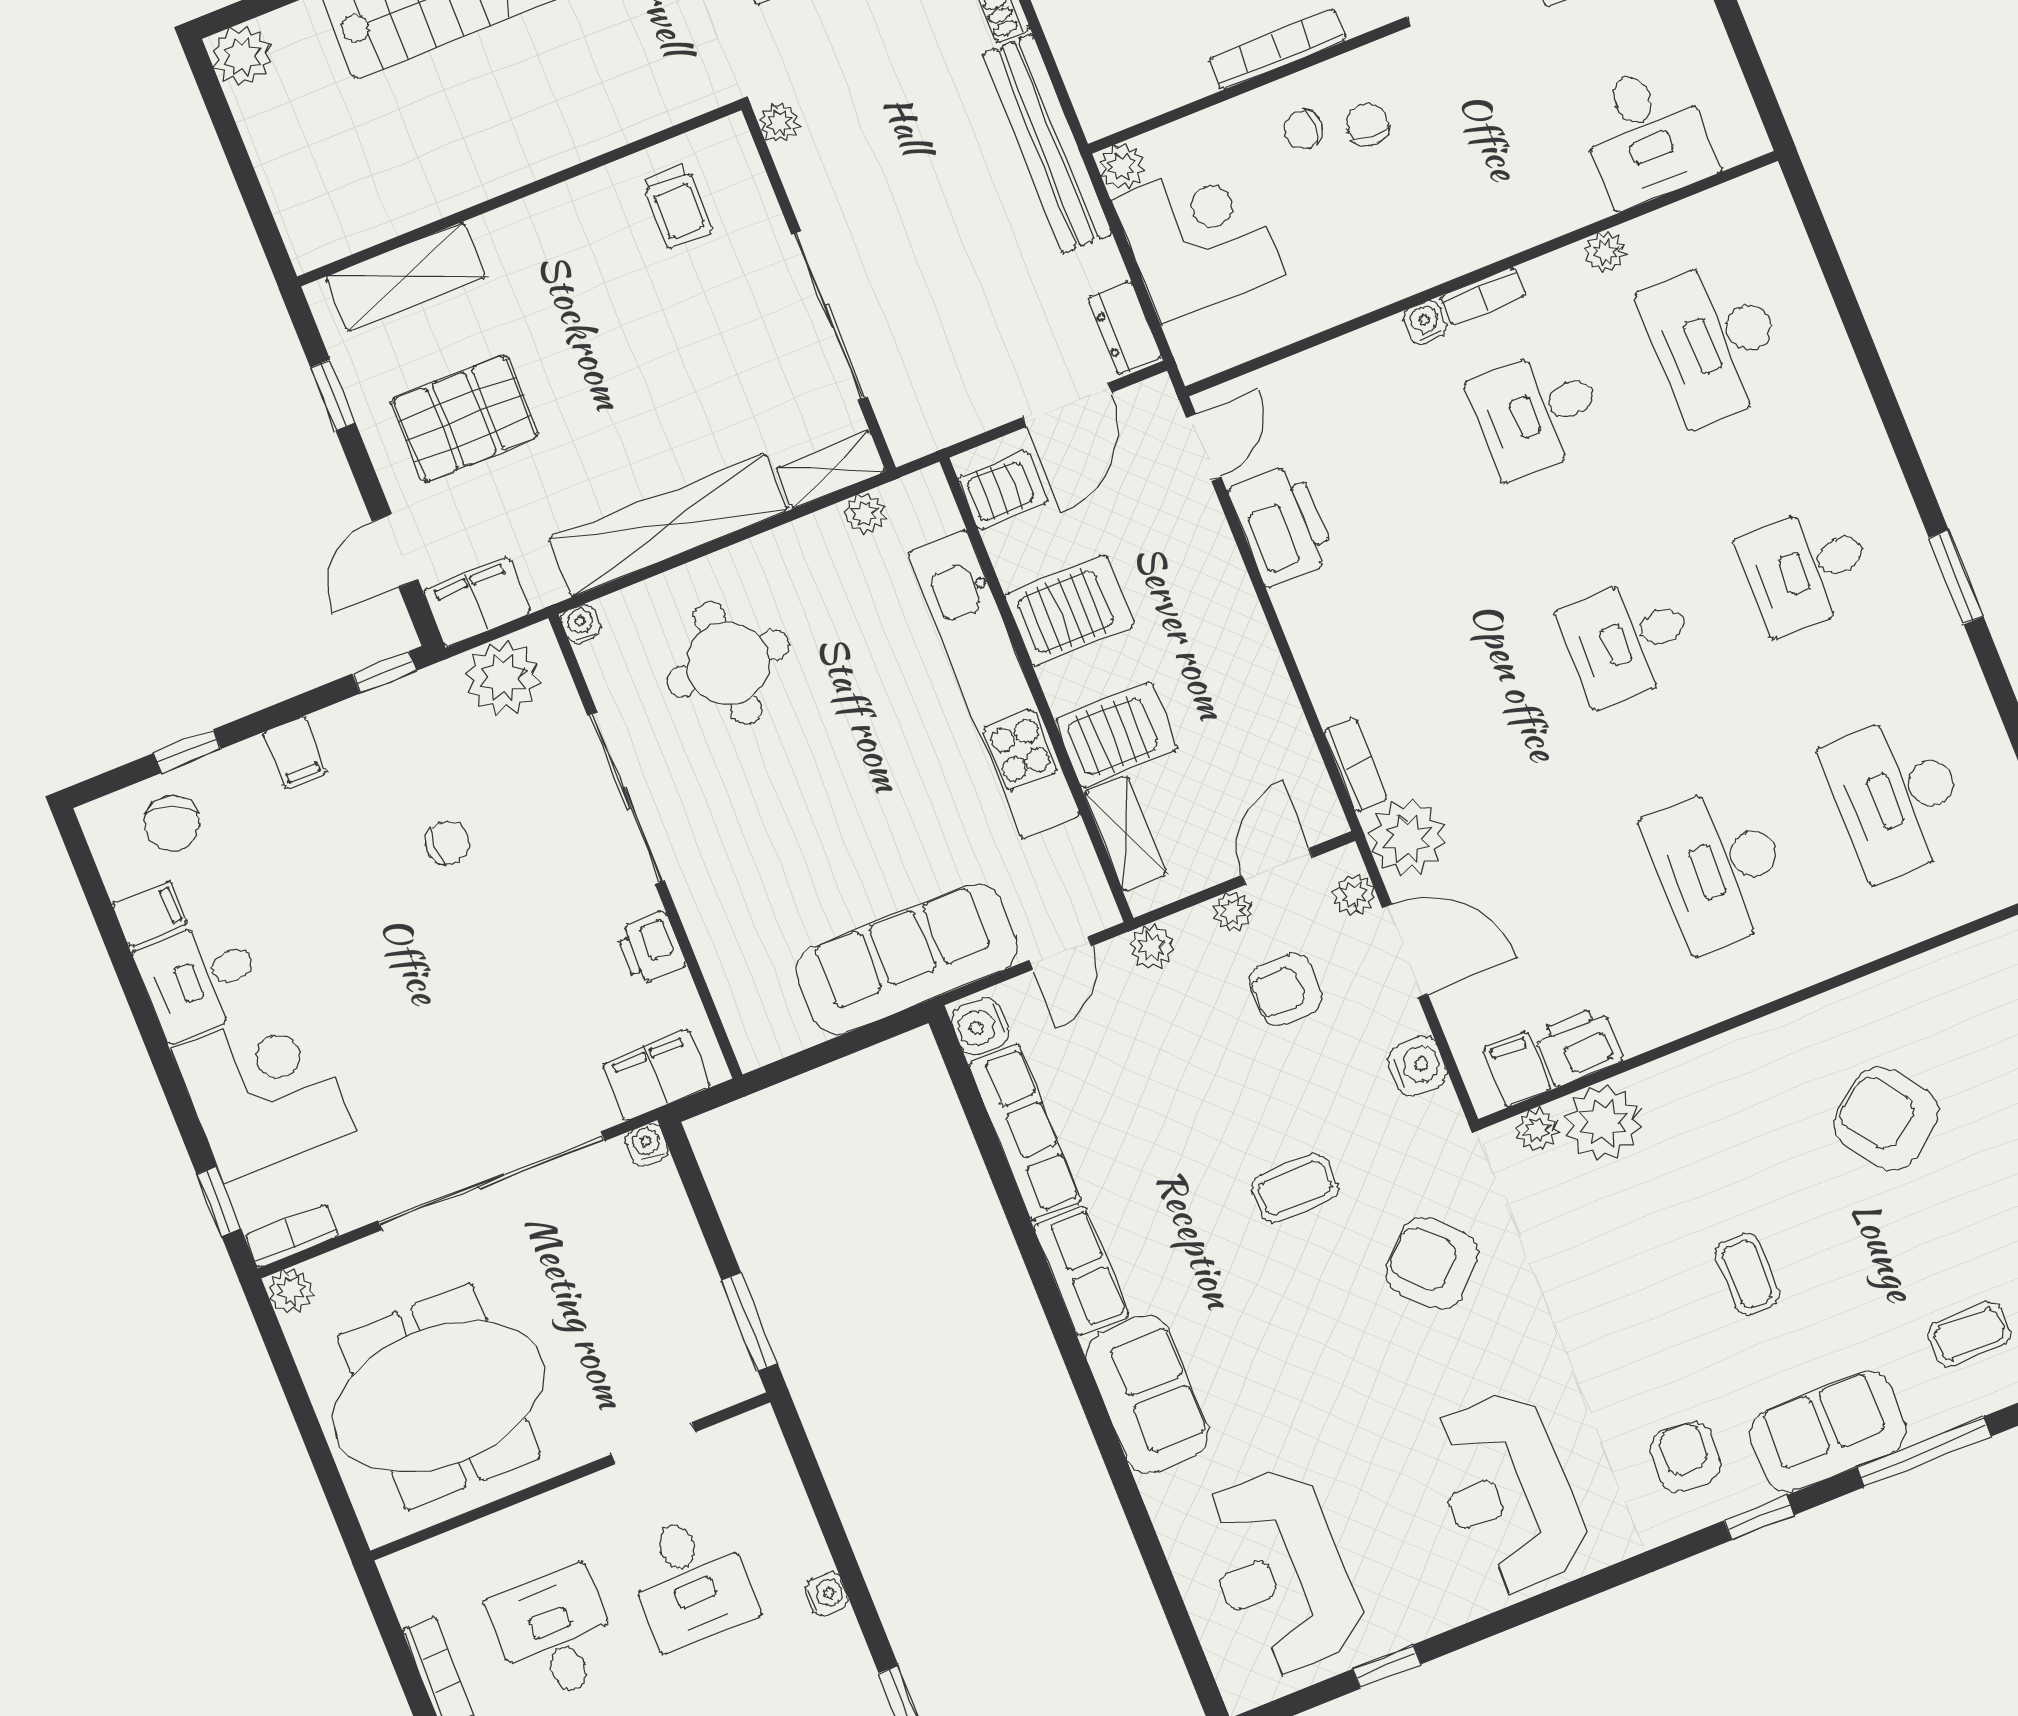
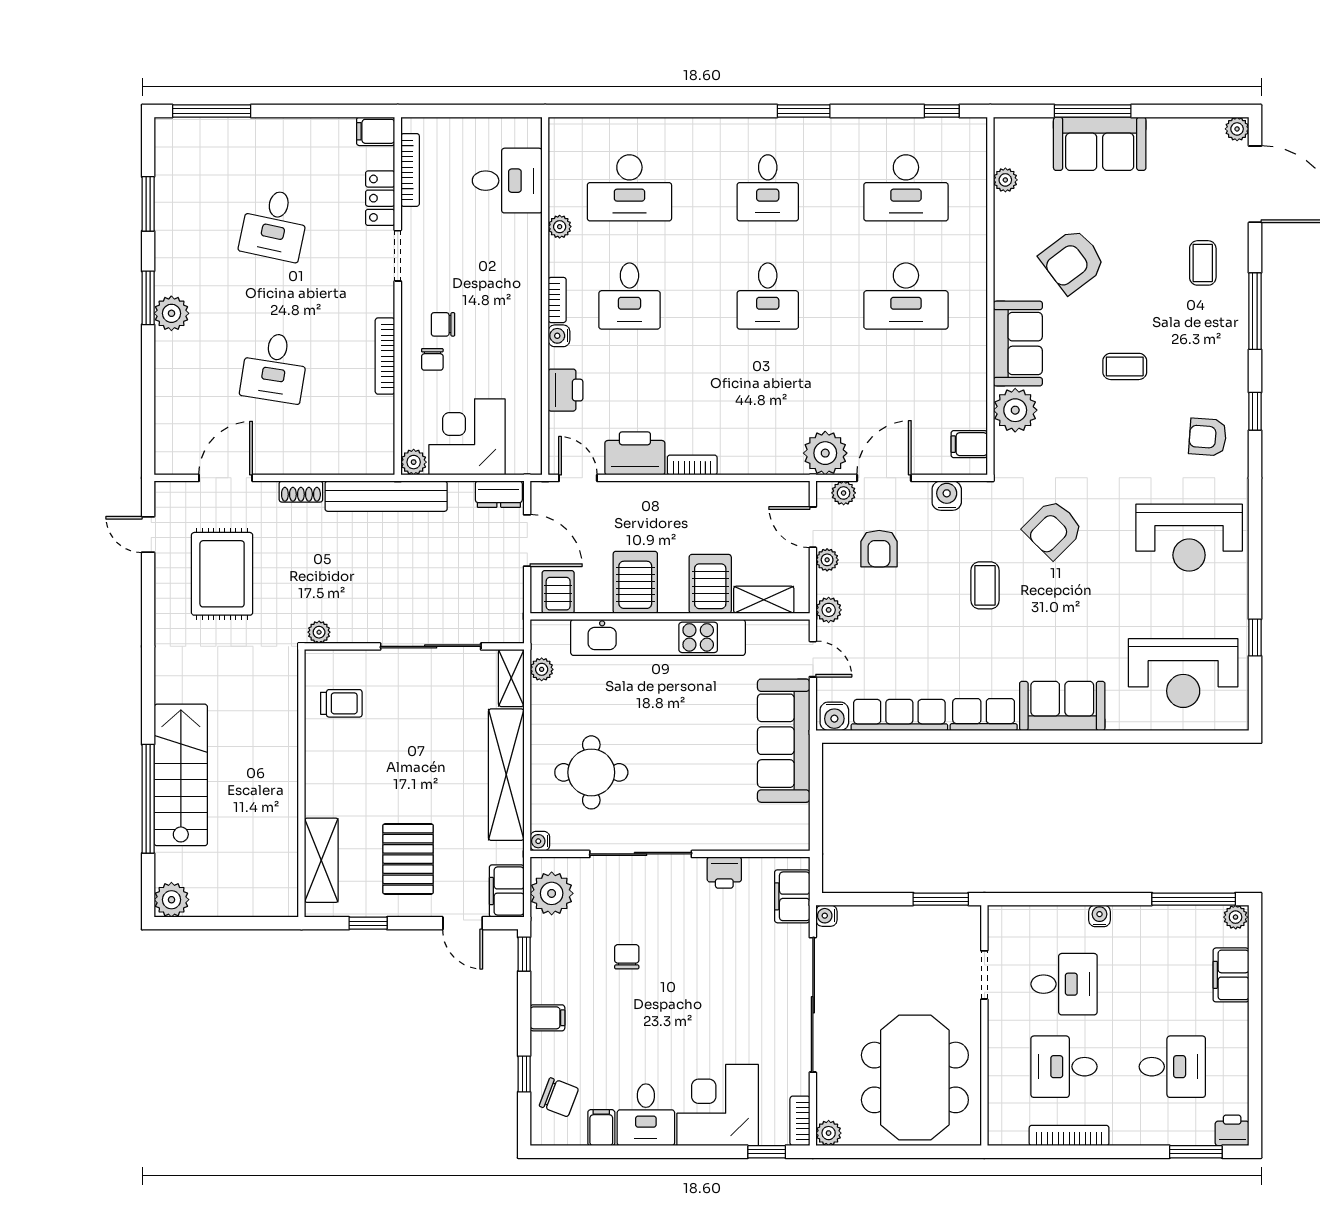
bookcase: (1355, 765) -> (692, 465), moved
printer: (1578, 1046) -> (565, 390), moved, turned 180
plant: (1537, 1130) -> (1005, 180), moved
sofa: (1828, 1432) -> (1018, 344), moved, turned 180

